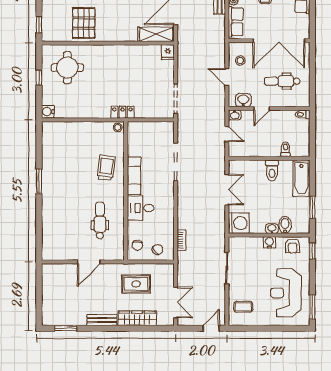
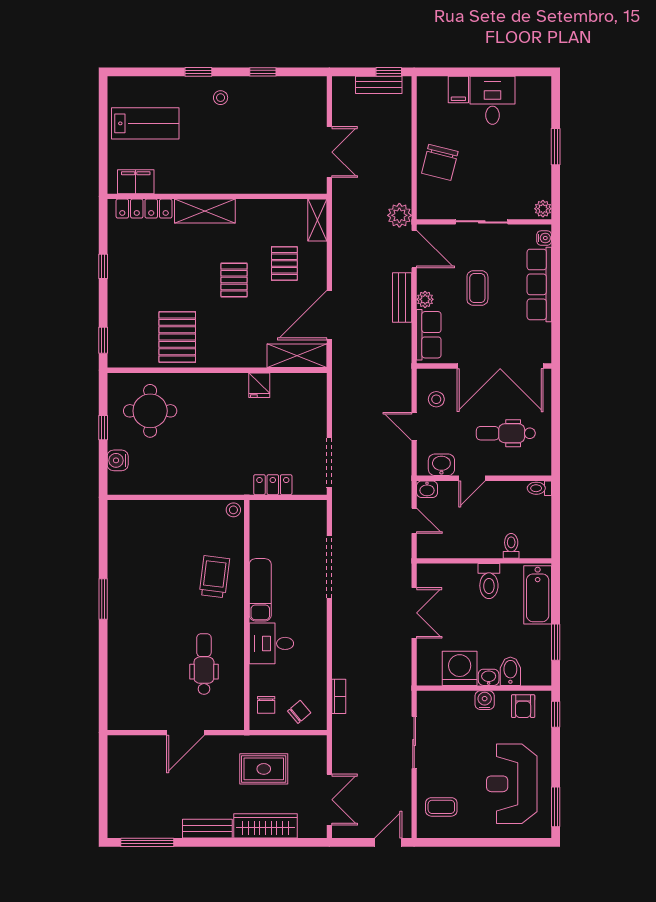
fridge: (168, 52) -> (259, 385), moved
water cooler: (48, 112) -> (118, 460), moved
locker: (122, 112) -> (273, 485), moved
washing machine: (239, 223) -> (460, 668), moved, turned -90
window: (66, 328) -> (147, 842), width x1.44

